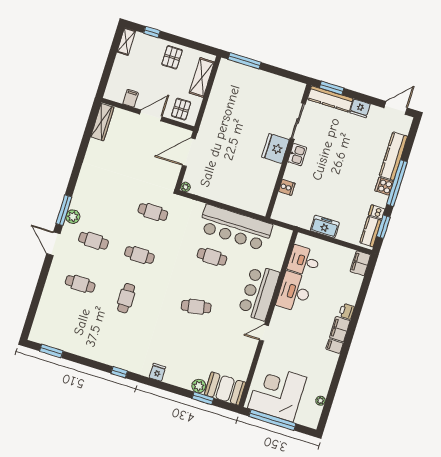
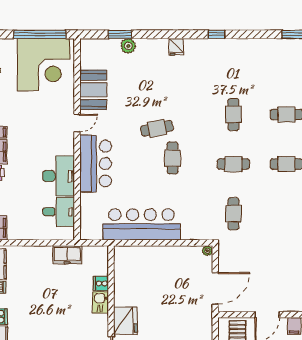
kitchen sink: (297, 155) -> (100, 302), moved
cafe table: (153, 212) -> (233, 214), turned 90
freezer: (325, 227) -> (67, 255), moved
cafe table: (212, 257) -> (173, 158), moved, turned 90
booth: (225, 389) -> (93, 90), moved, turned 90

